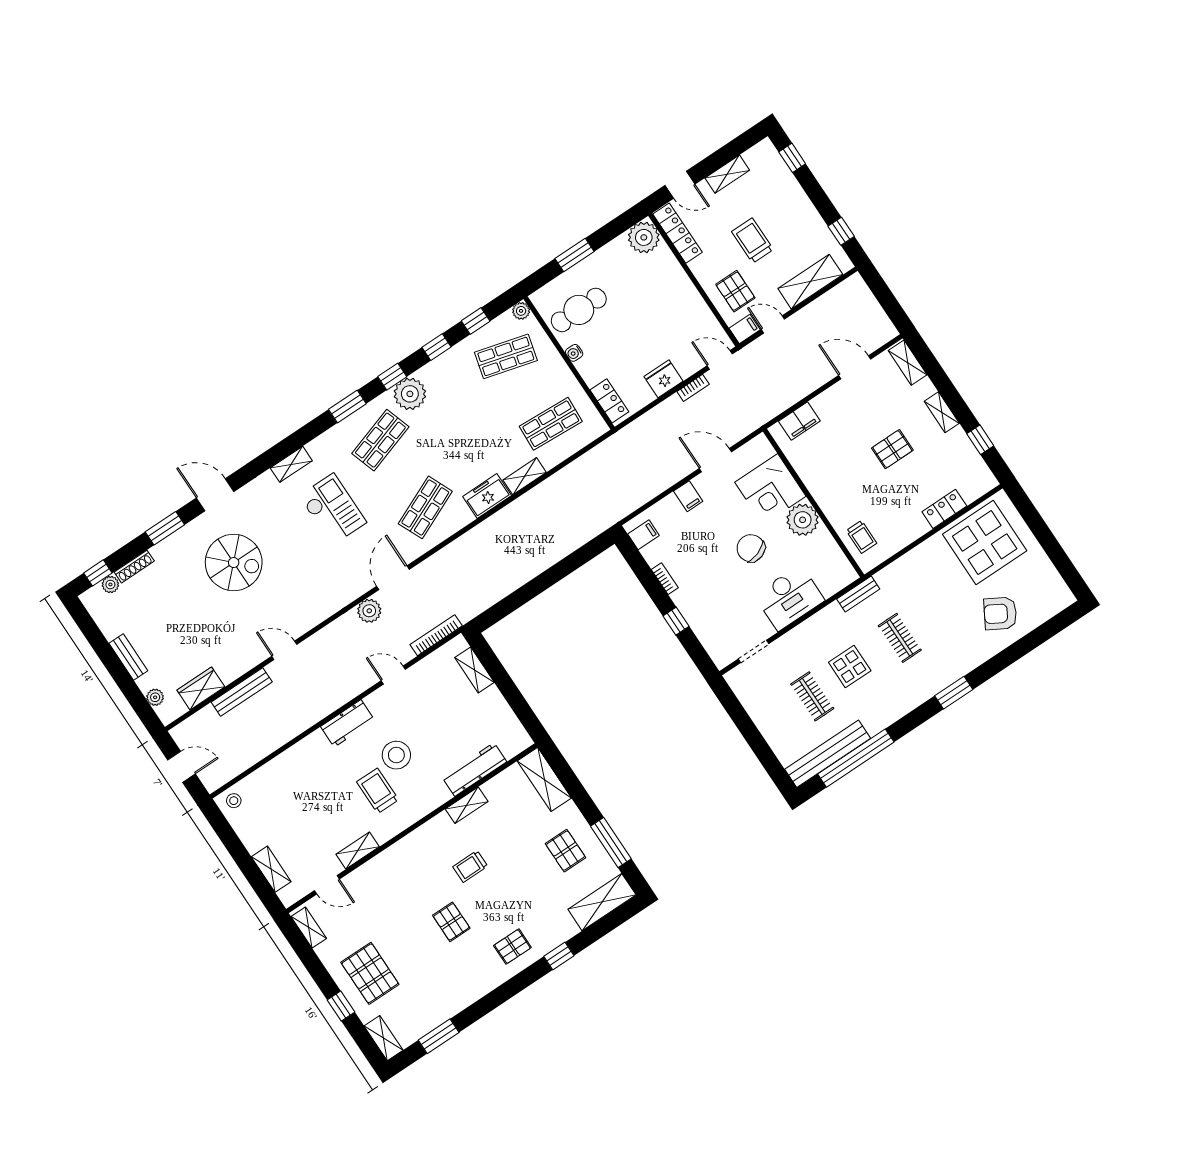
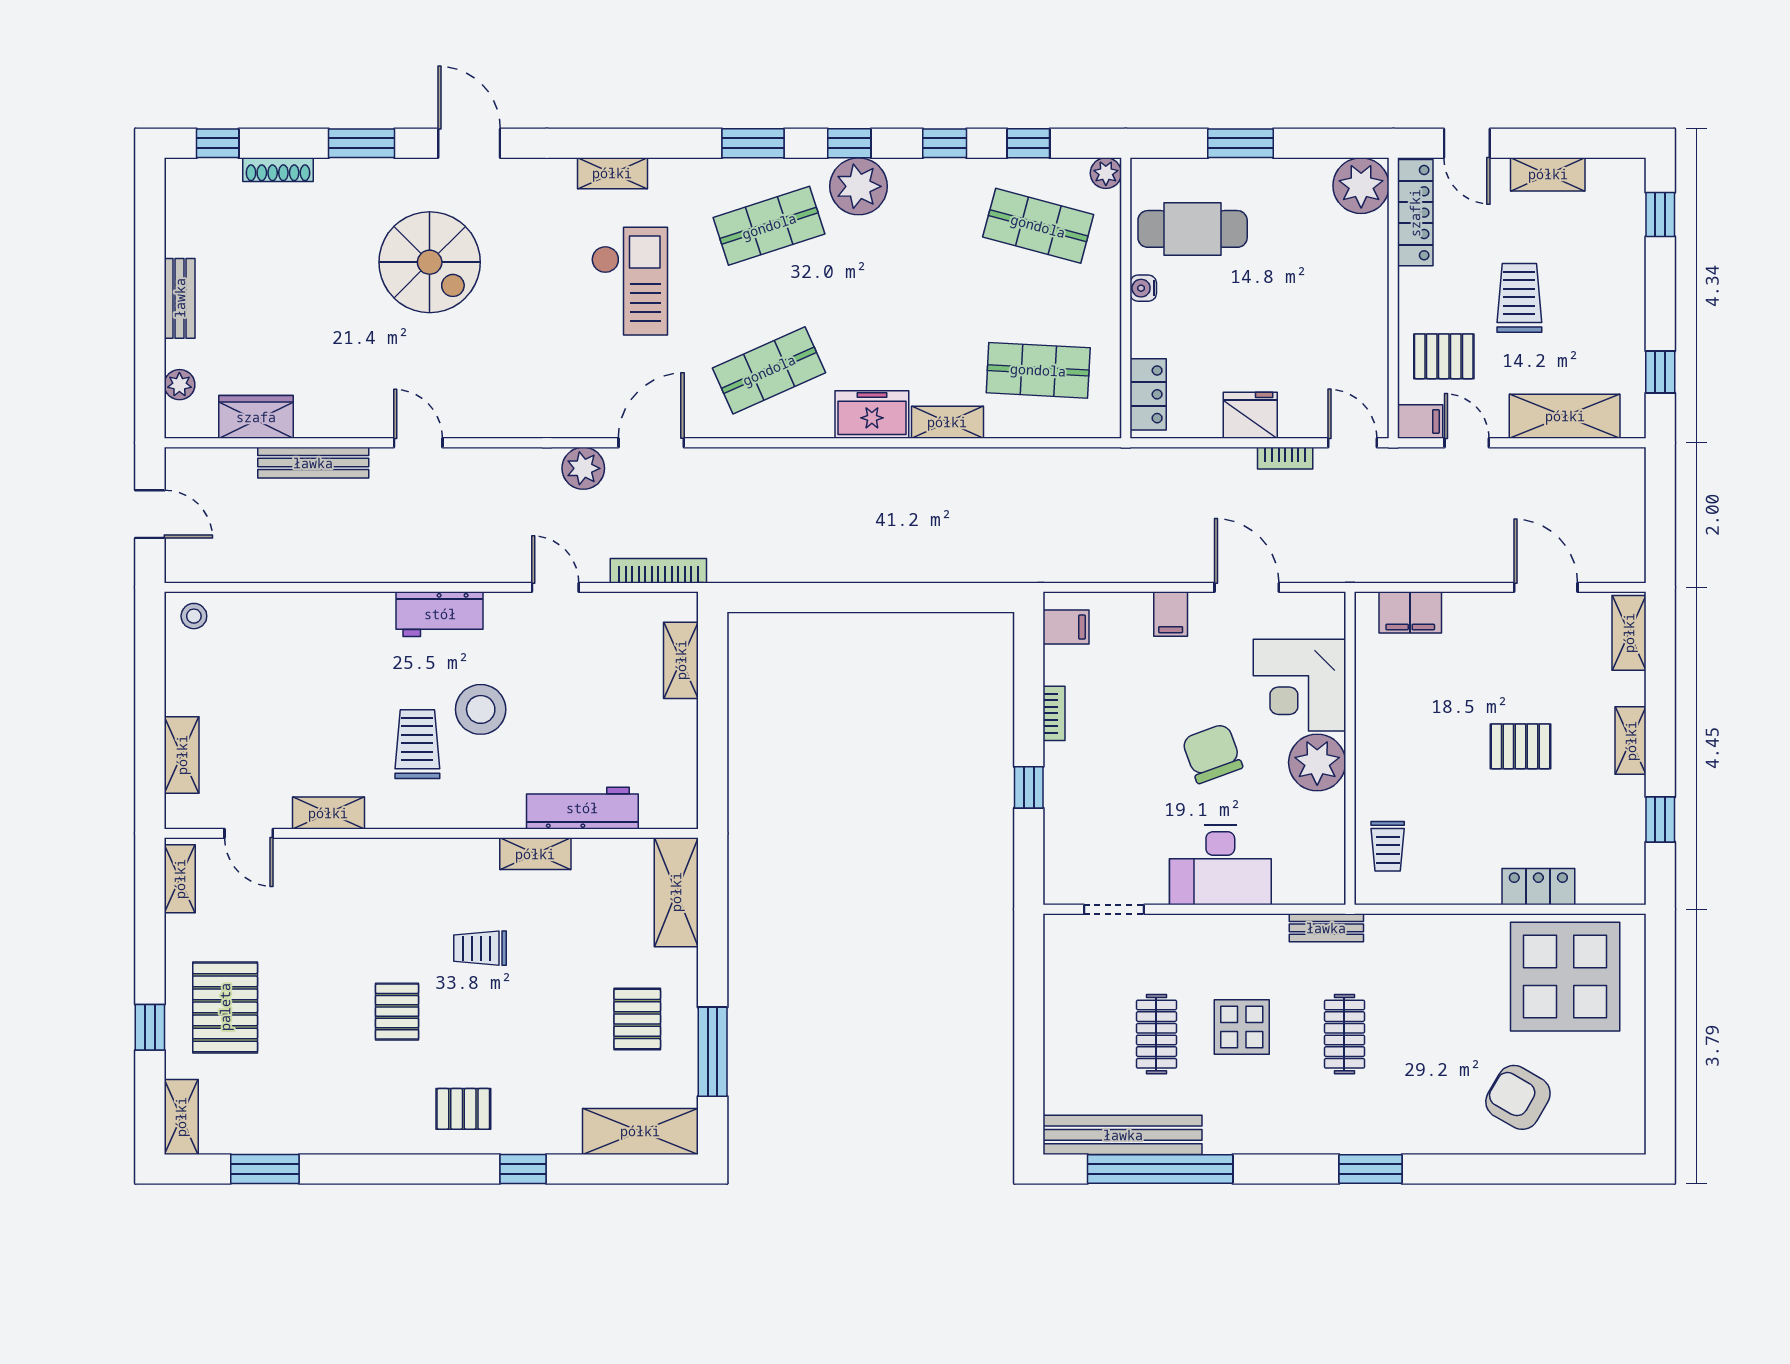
pallet: (735, 291) -> (1444, 356), turned 90
plant: (110, 584) -> (225, 173), removed

